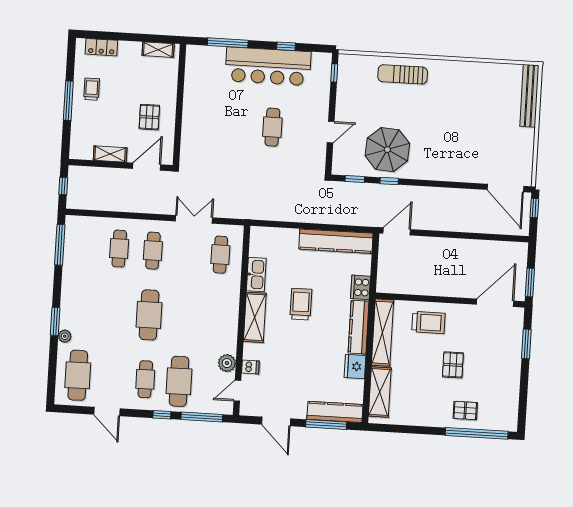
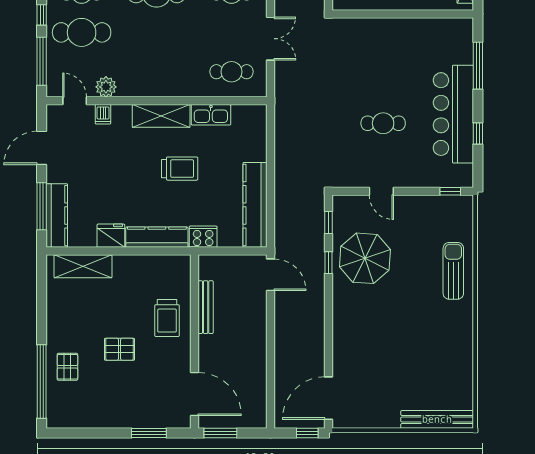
bench: (421, 289) -> (206, 307), added
shelving: (382, 333) -> (152, 265), removed

